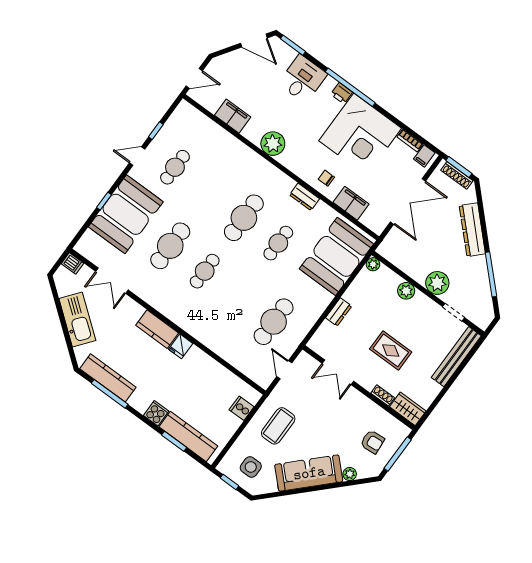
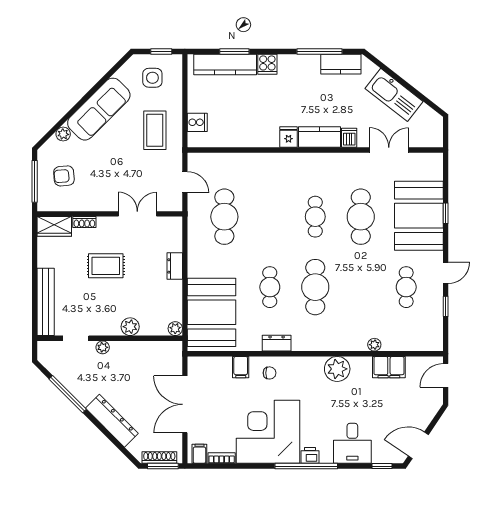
window: (293, 45) -> (382, 466), width x0.67
plant: (231, 141) -> (374, 345), added
filing cabinet: (351, 203) -> (241, 367), width x0.50
dishwasher: (72, 263) -> (349, 138), moved, turned 90
plant: (437, 283) -> (103, 347), width x0.53, depth x0.53
kitchen counter: (108, 378) -> (341, 64), width x0.67

